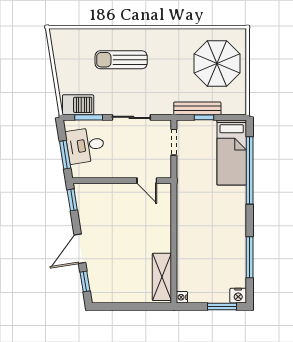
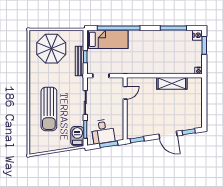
sun lounger: (121, 60) -> (49, 109), width x1.36, depth x1.34
shelving: (162, 277) -> (172, 83), moved

